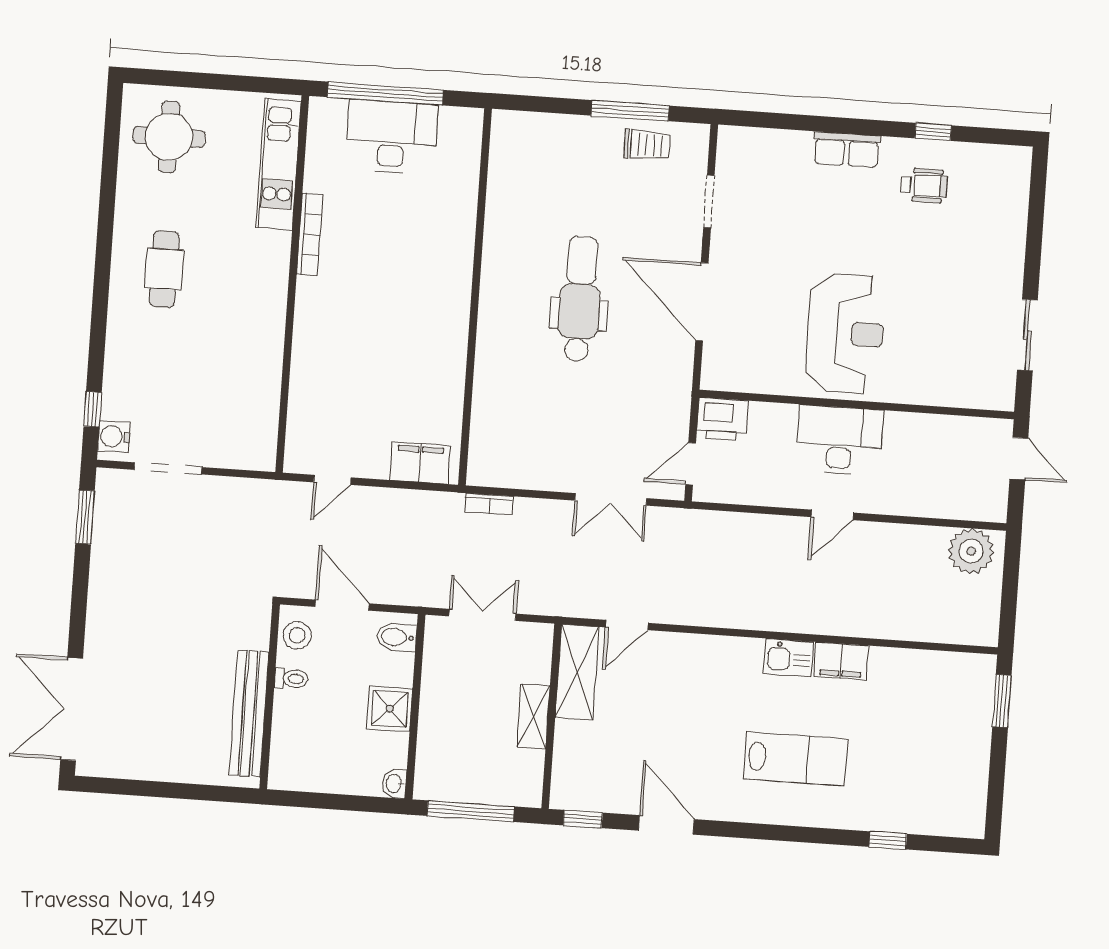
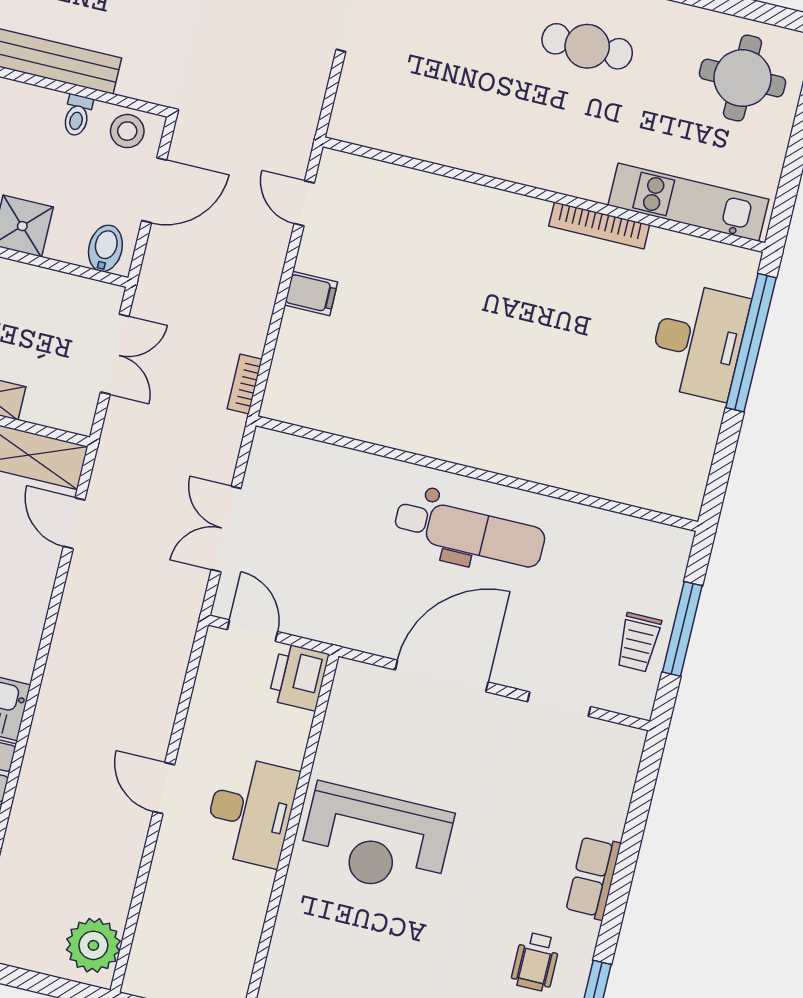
wall: (475, 297) -> (477, 474), moved
filing cabinet: (420, 463) -> (311, 293), width x0.50

